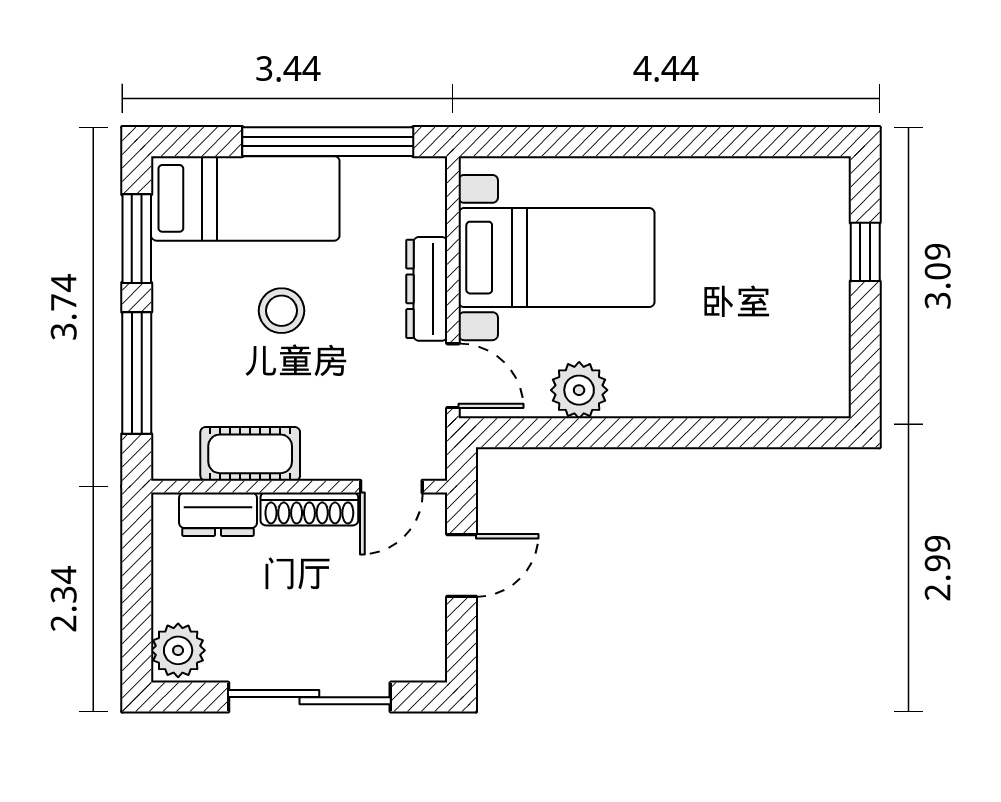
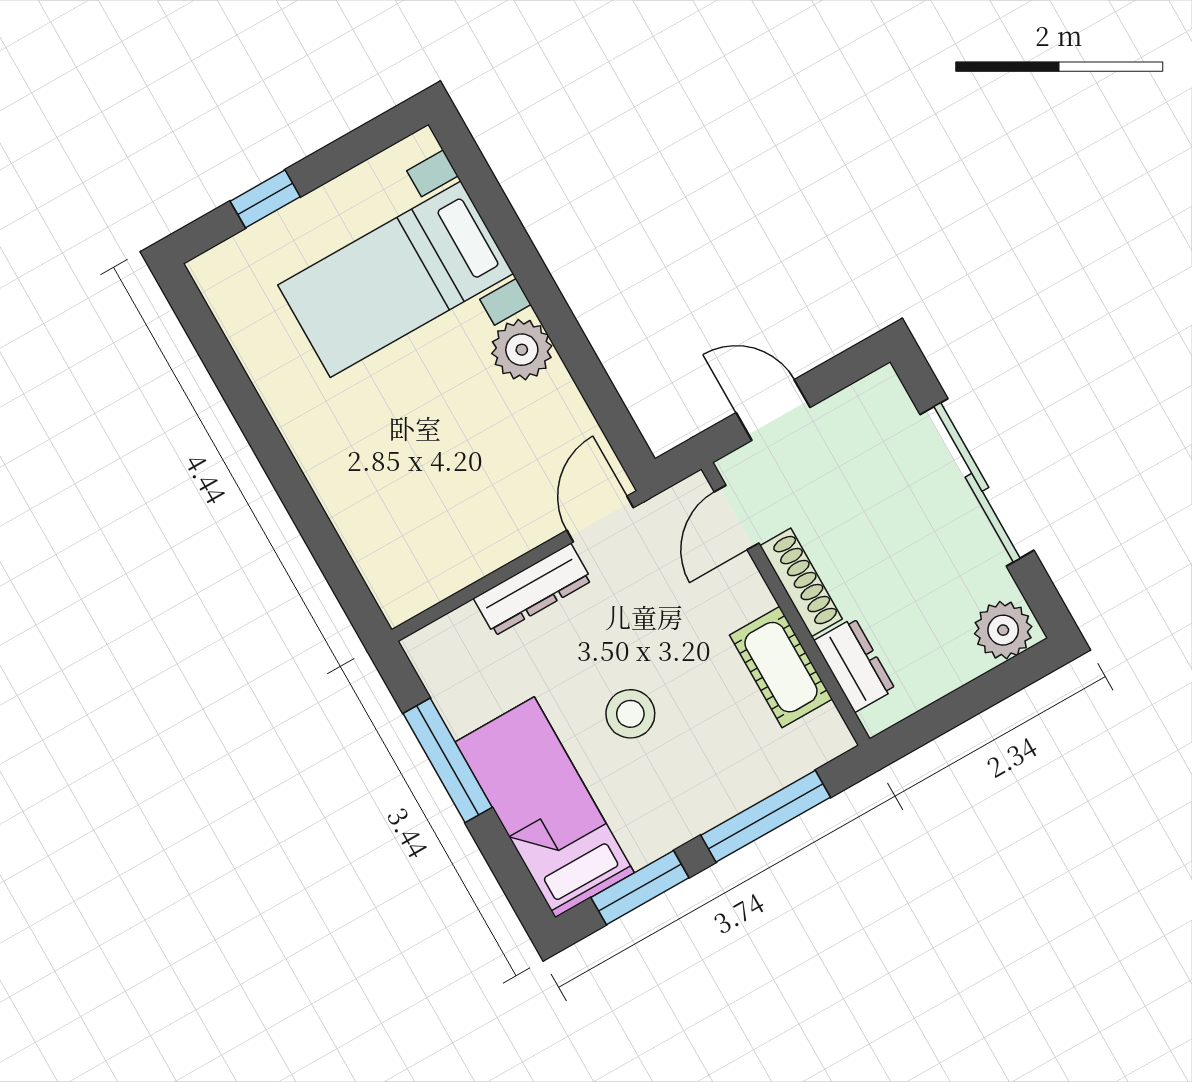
window: (328, 142) -> (448, 760), width x0.68
bed with nightstands: (557, 258) -> (396, 279), moved, turned -90
plant: (579, 390) -> (522, 350), moved
door: (391, 487) -> (737, 518), swing flipped

